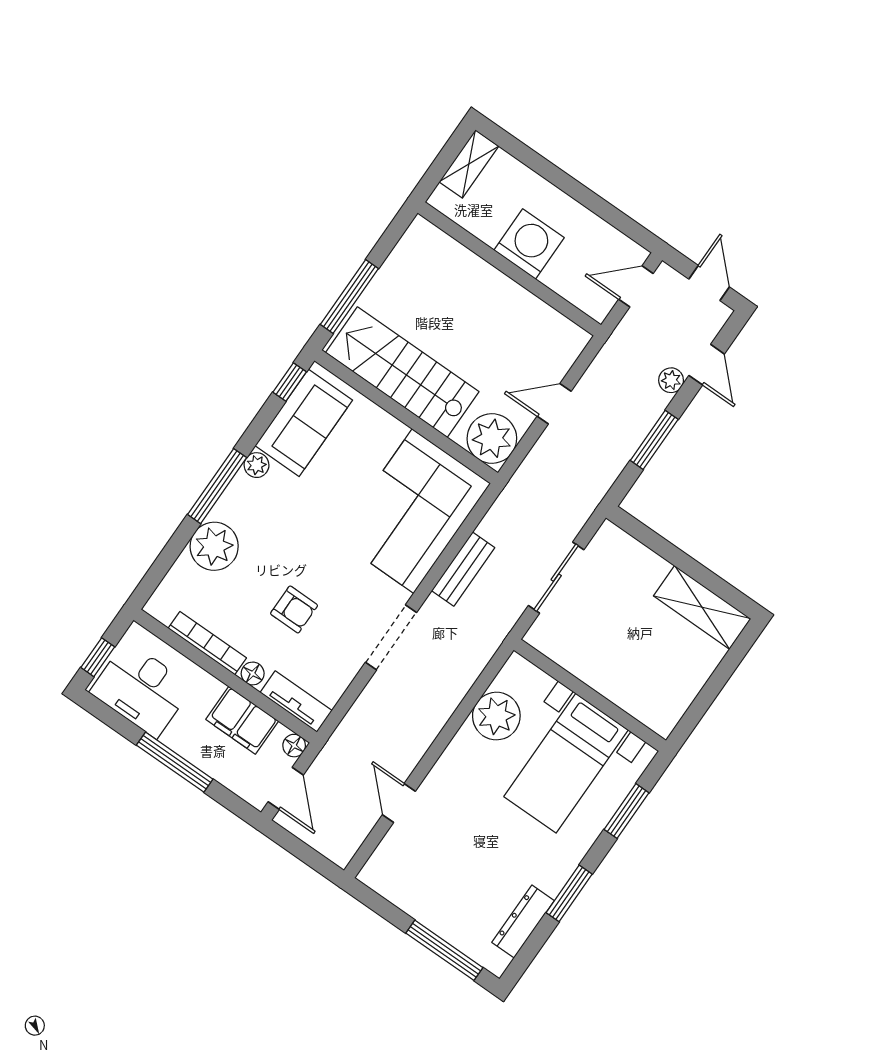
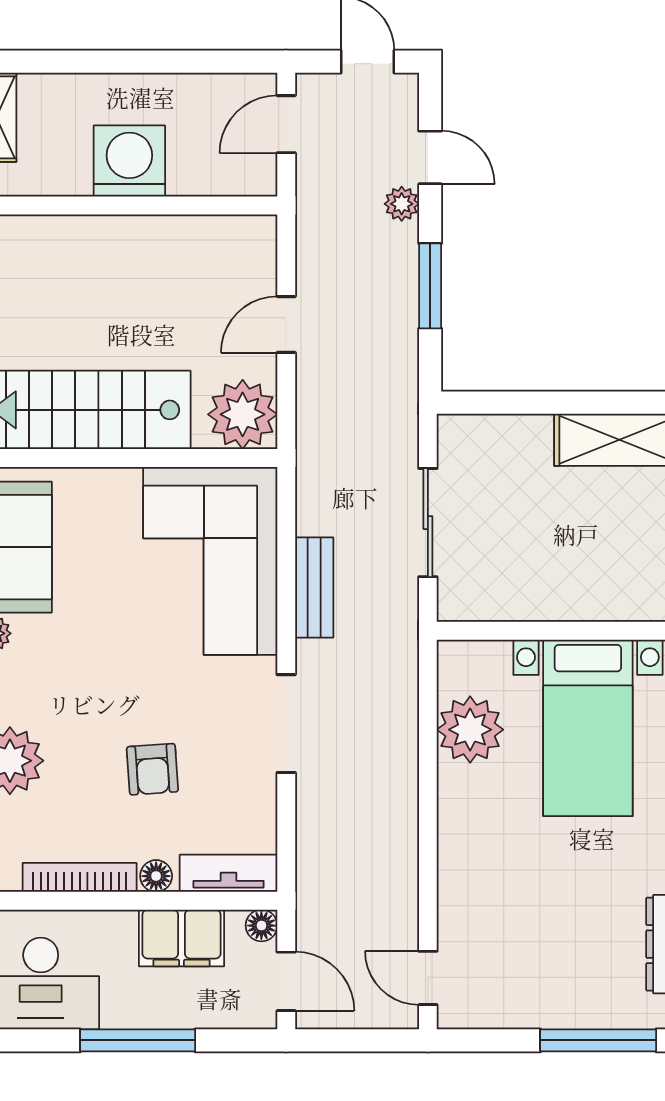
armchair: (294, 609) -> (152, 769), turned 86
door: (399, 803) -> (428, 978), moved

